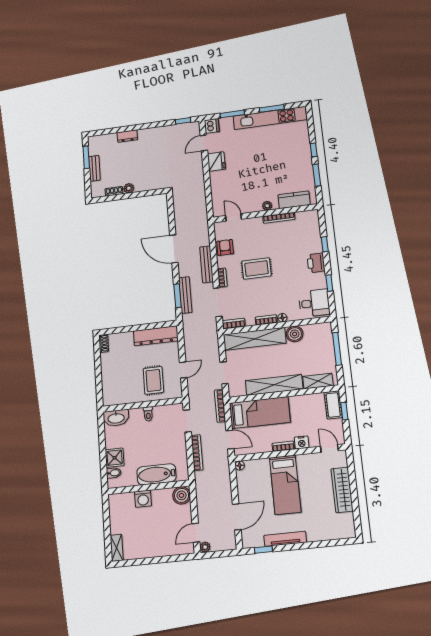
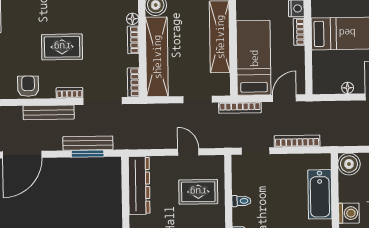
armchair: (225, 247) -> (28, 86), turned 90
rug: (257, 268) -> (62, 47), turned 90
floor lamp: (240, 466) -> (348, 88), moved

